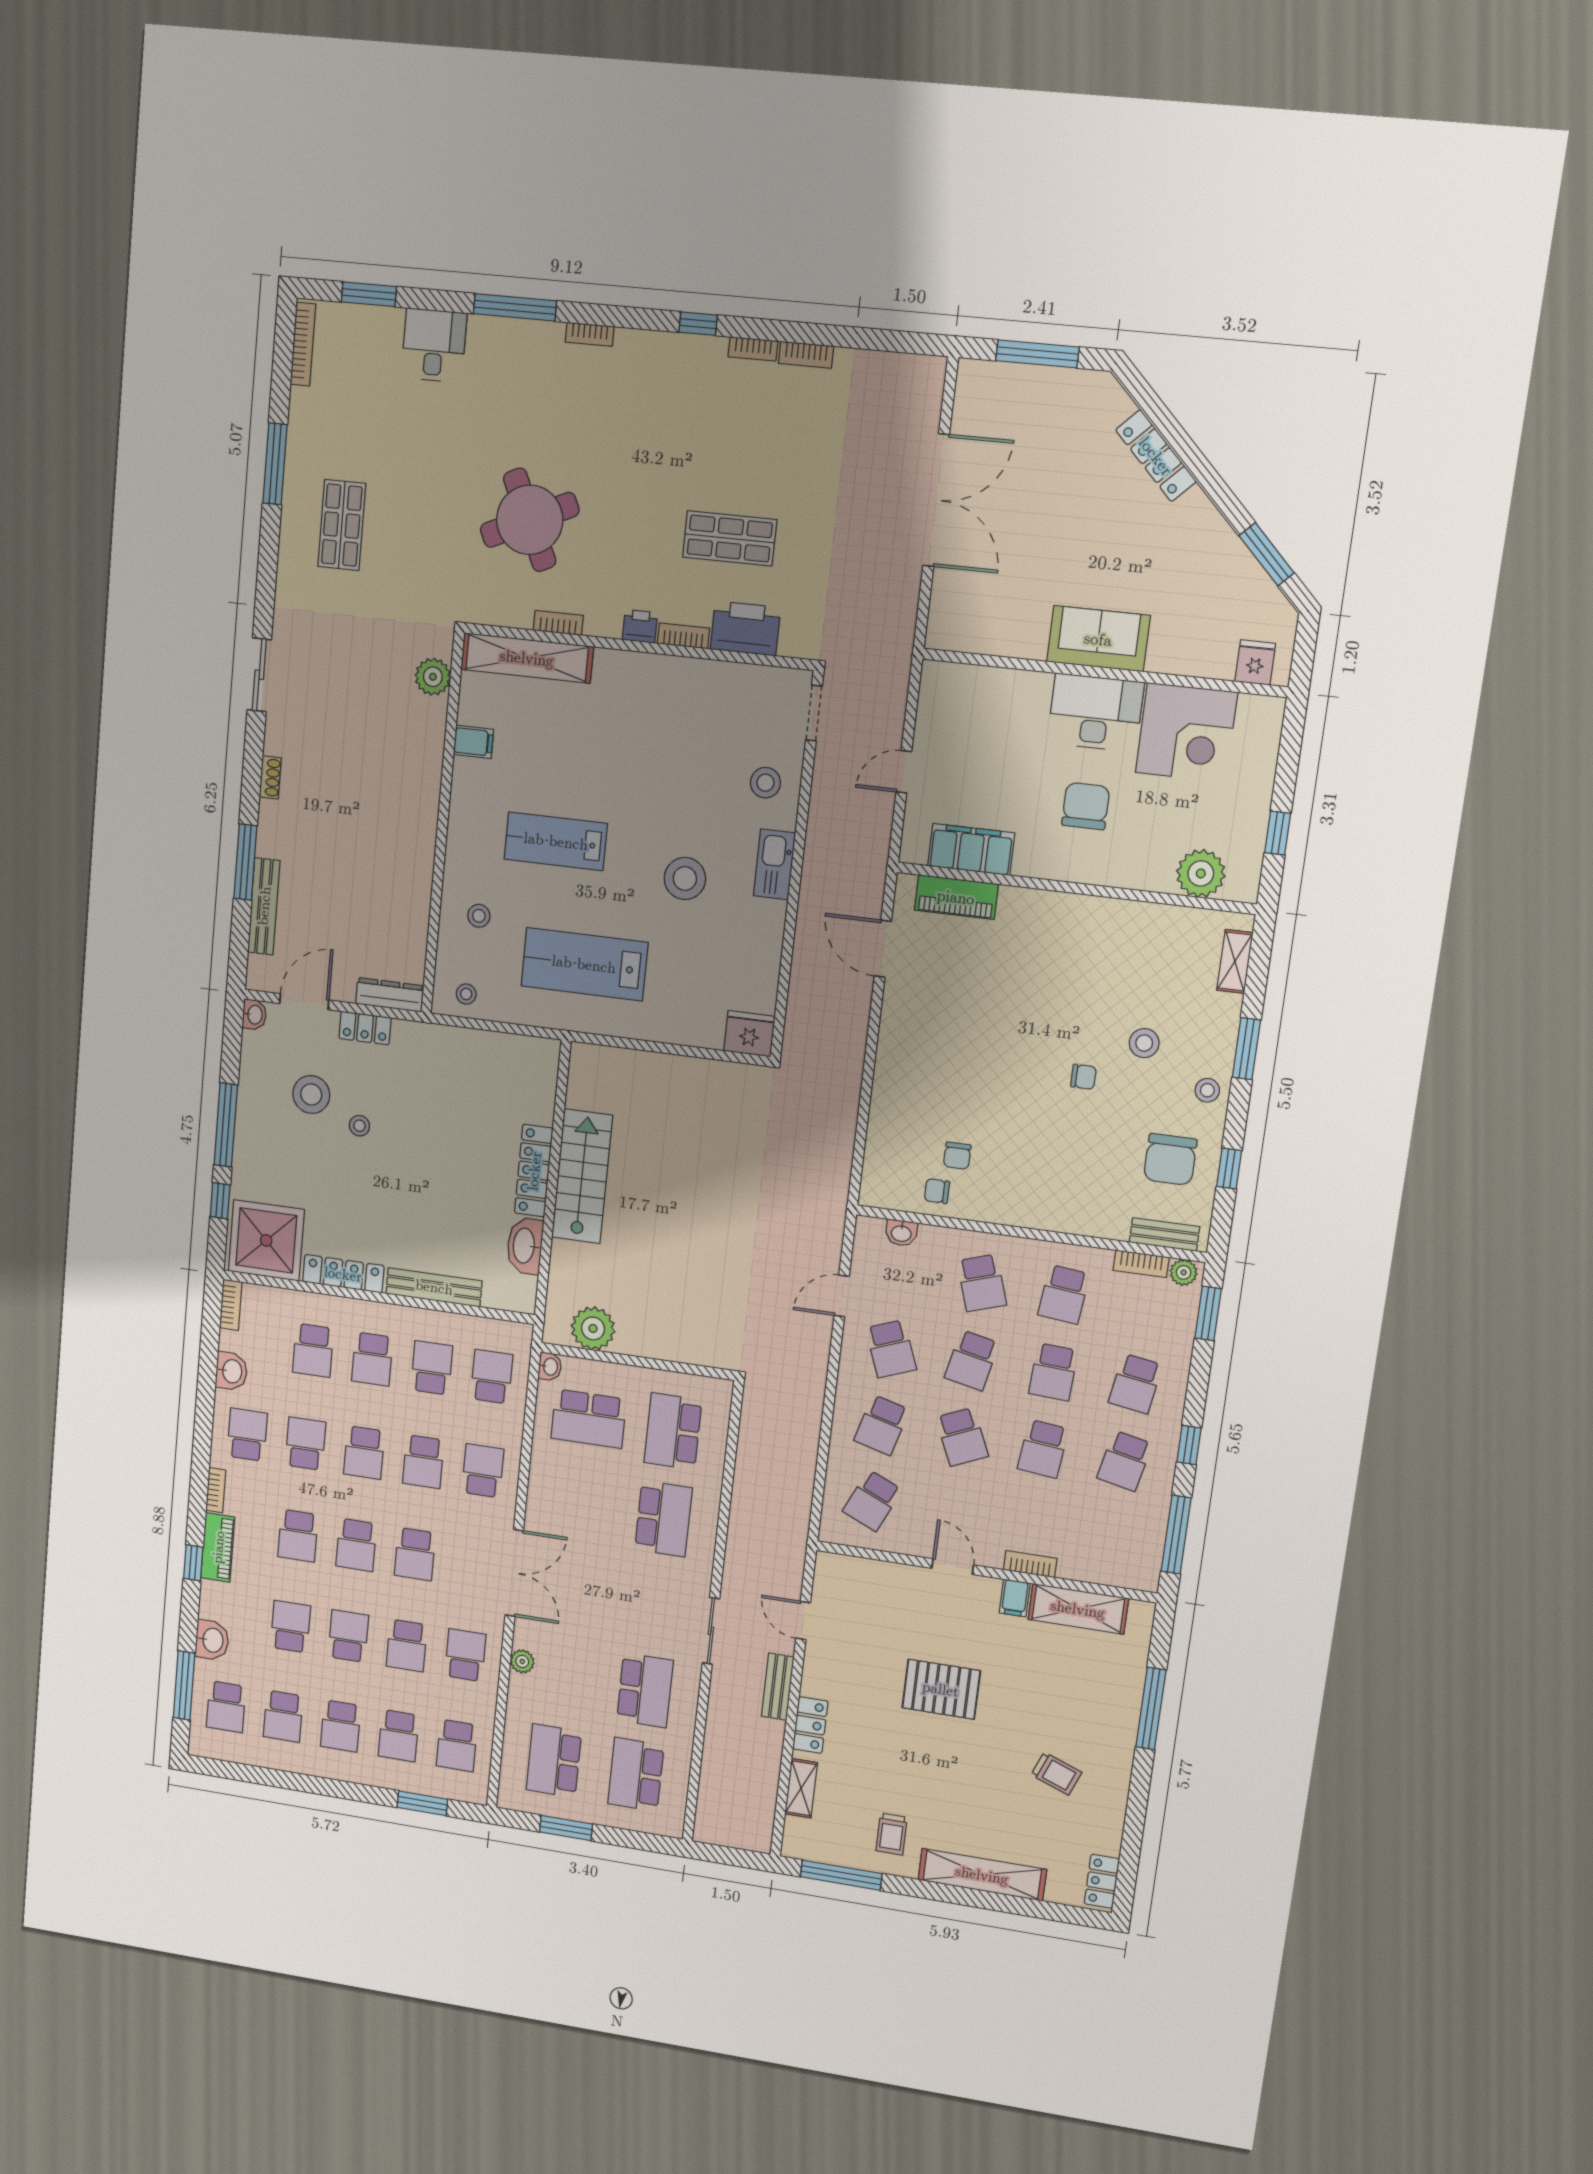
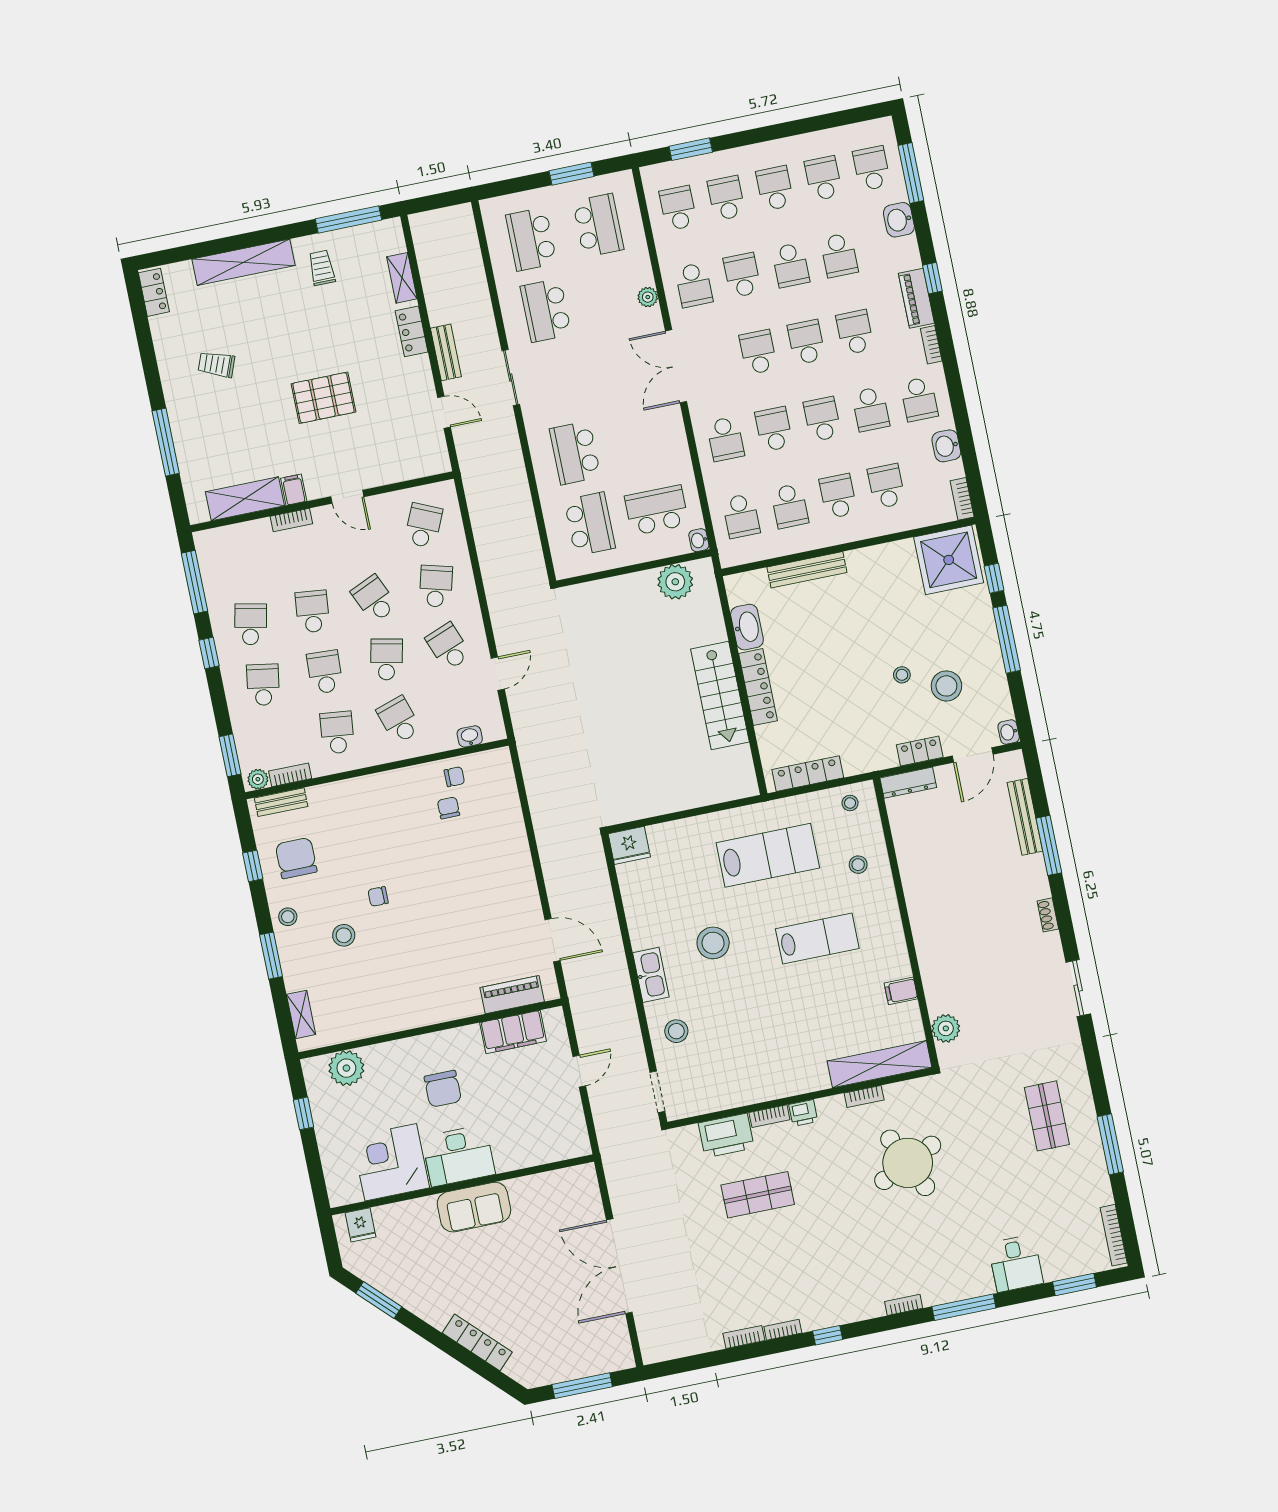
locker: (343, 1274) -> (808, 774), moved, turned 180
school desk: (636, 1775) -> (531, 239), turned 180

